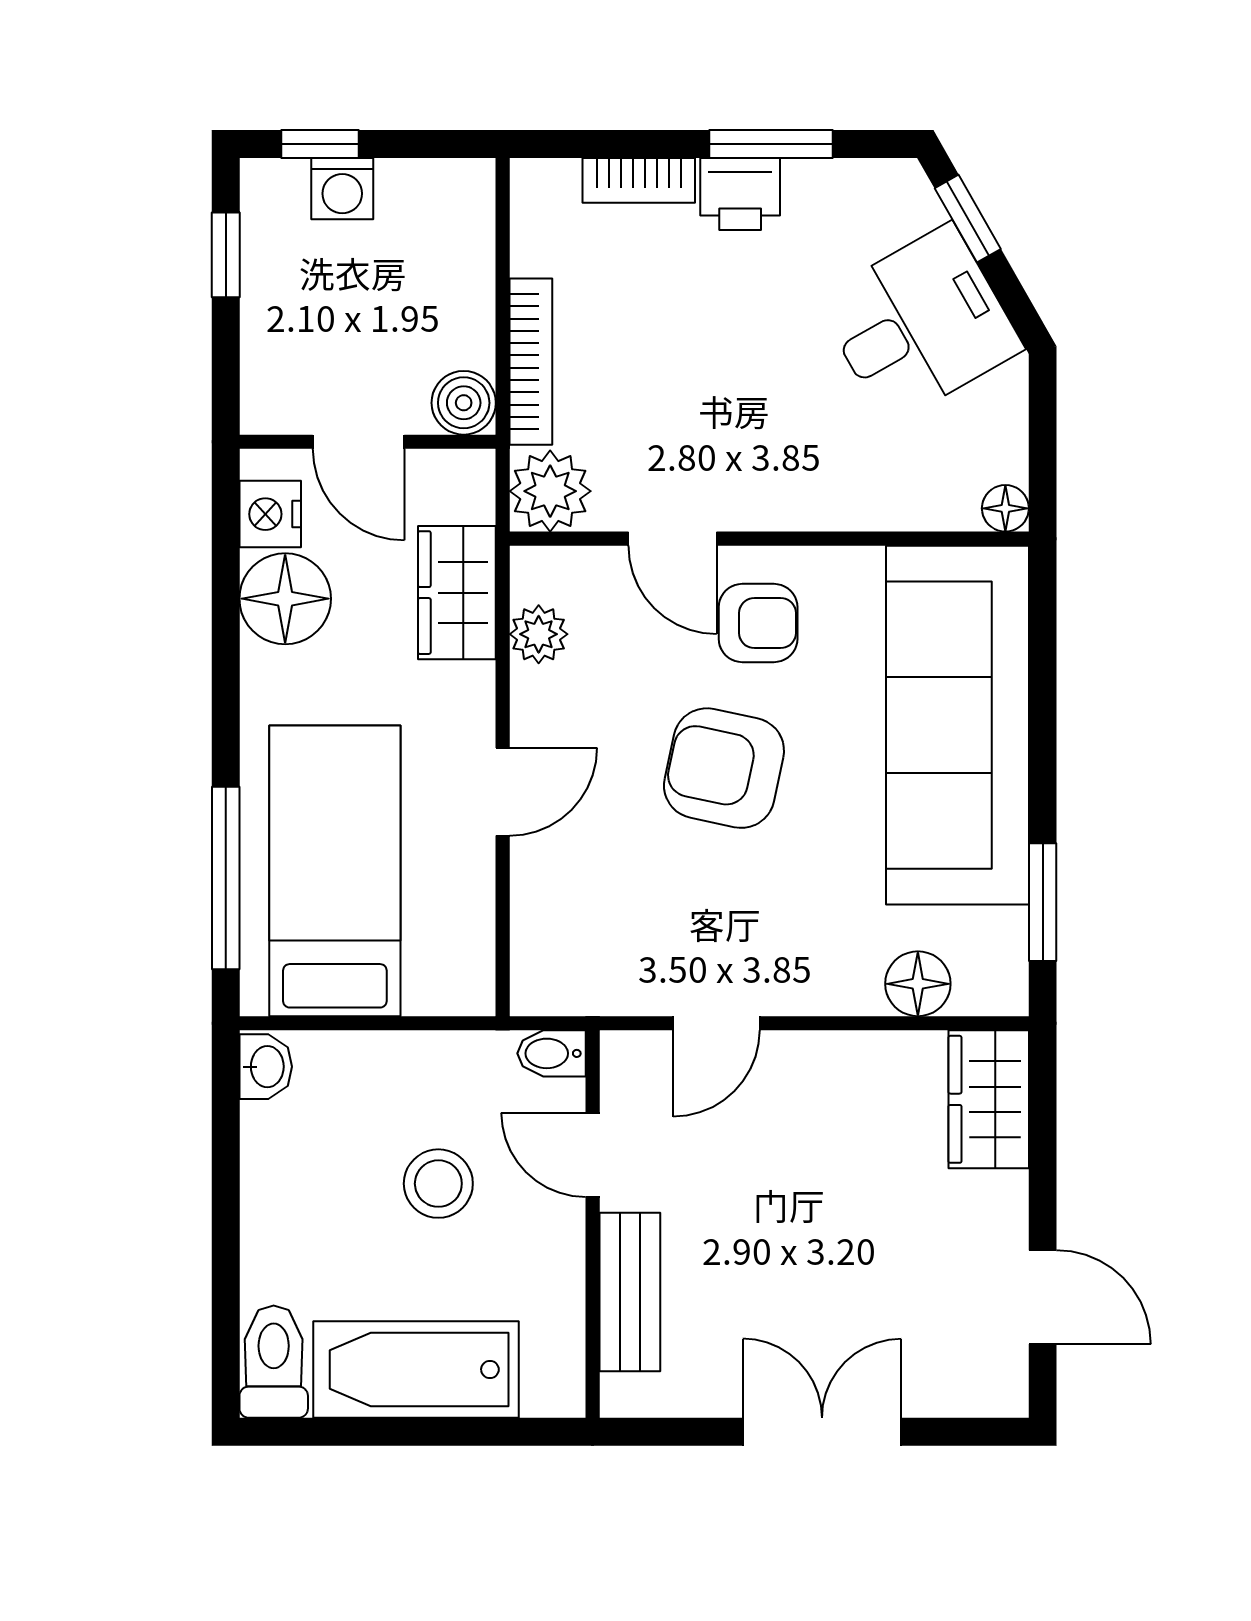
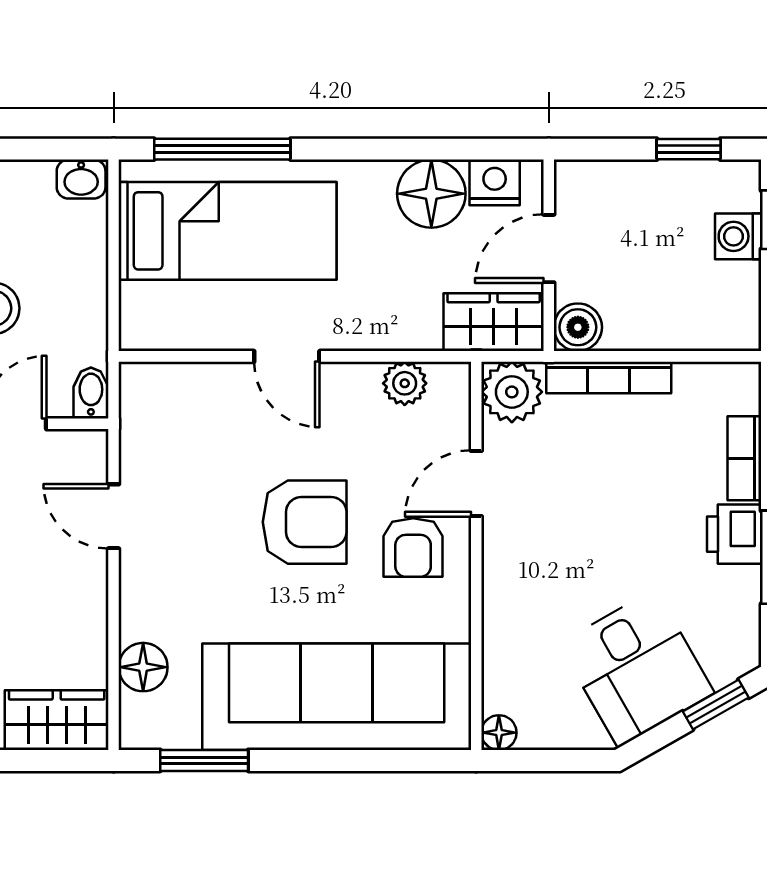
wardrobe: (457, 593) -> (494, 322), moved
armchair: (724, 768) -> (305, 522), turned 78

